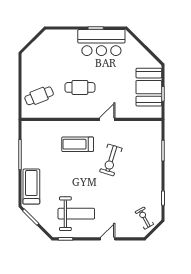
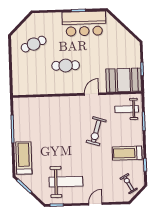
booth: (149, 87) -> (124, 80), moved, turned 90
cafe table: (39, 96) -> (34, 44), moved
weight bench: (145, 137) -> (127, 109), added
treadmill: (78, 144) -> (127, 153), moved

